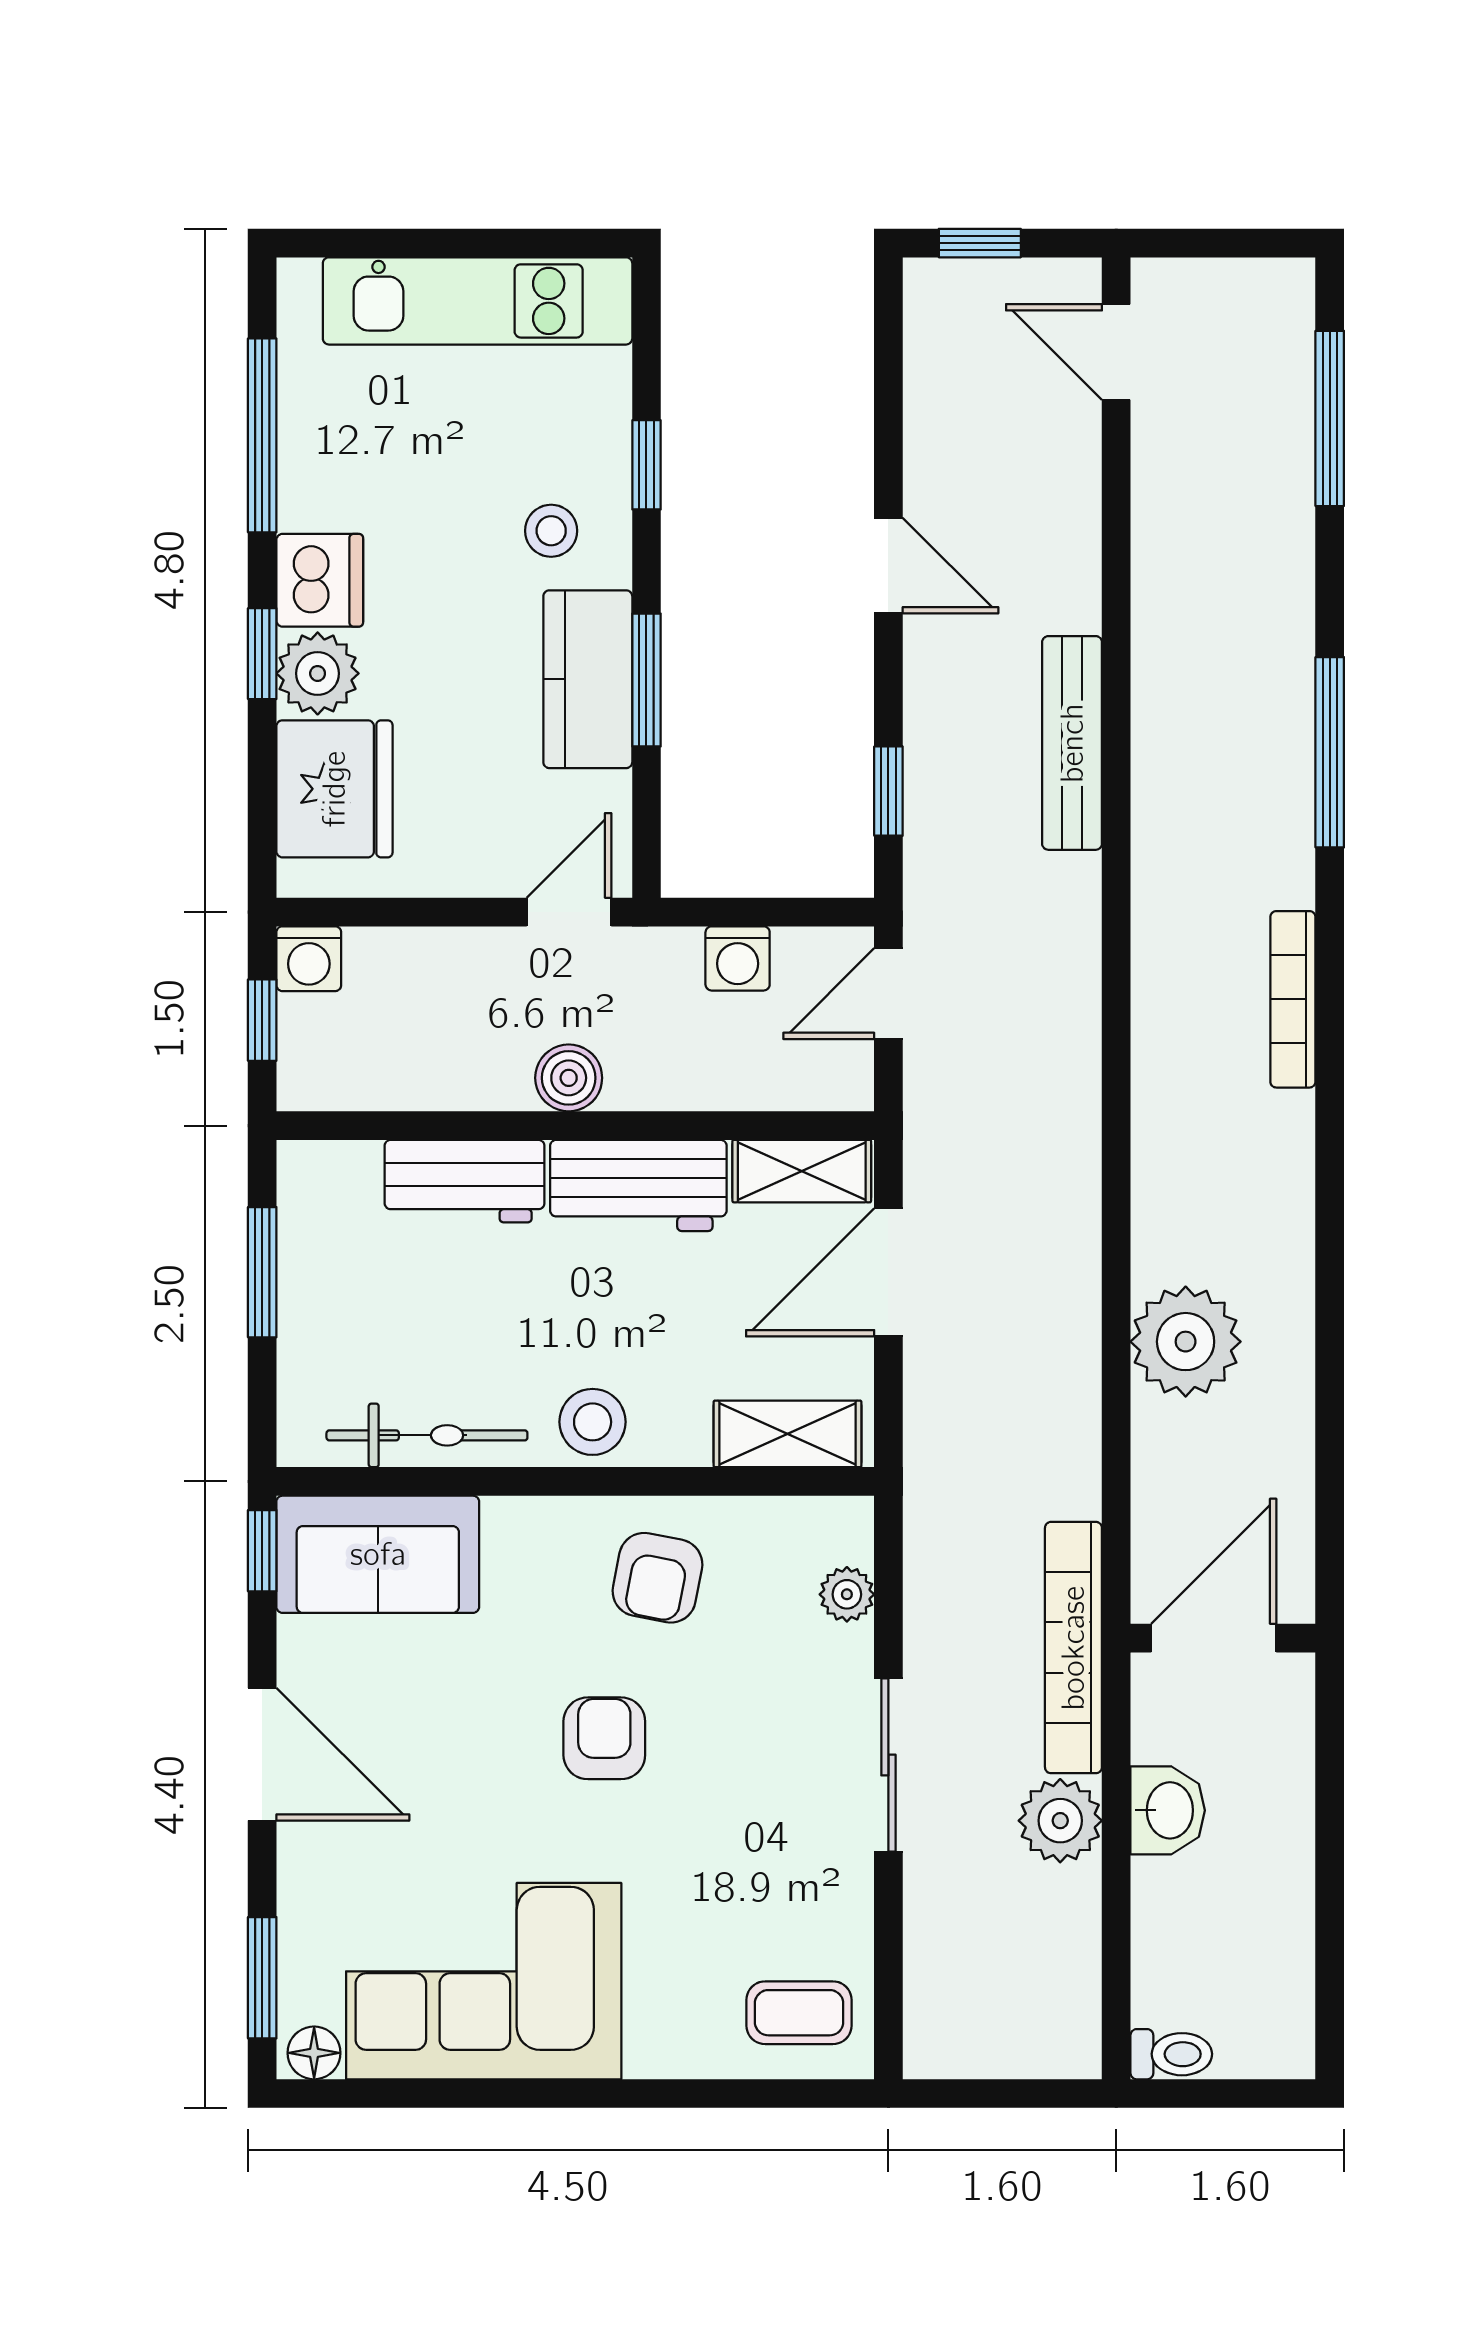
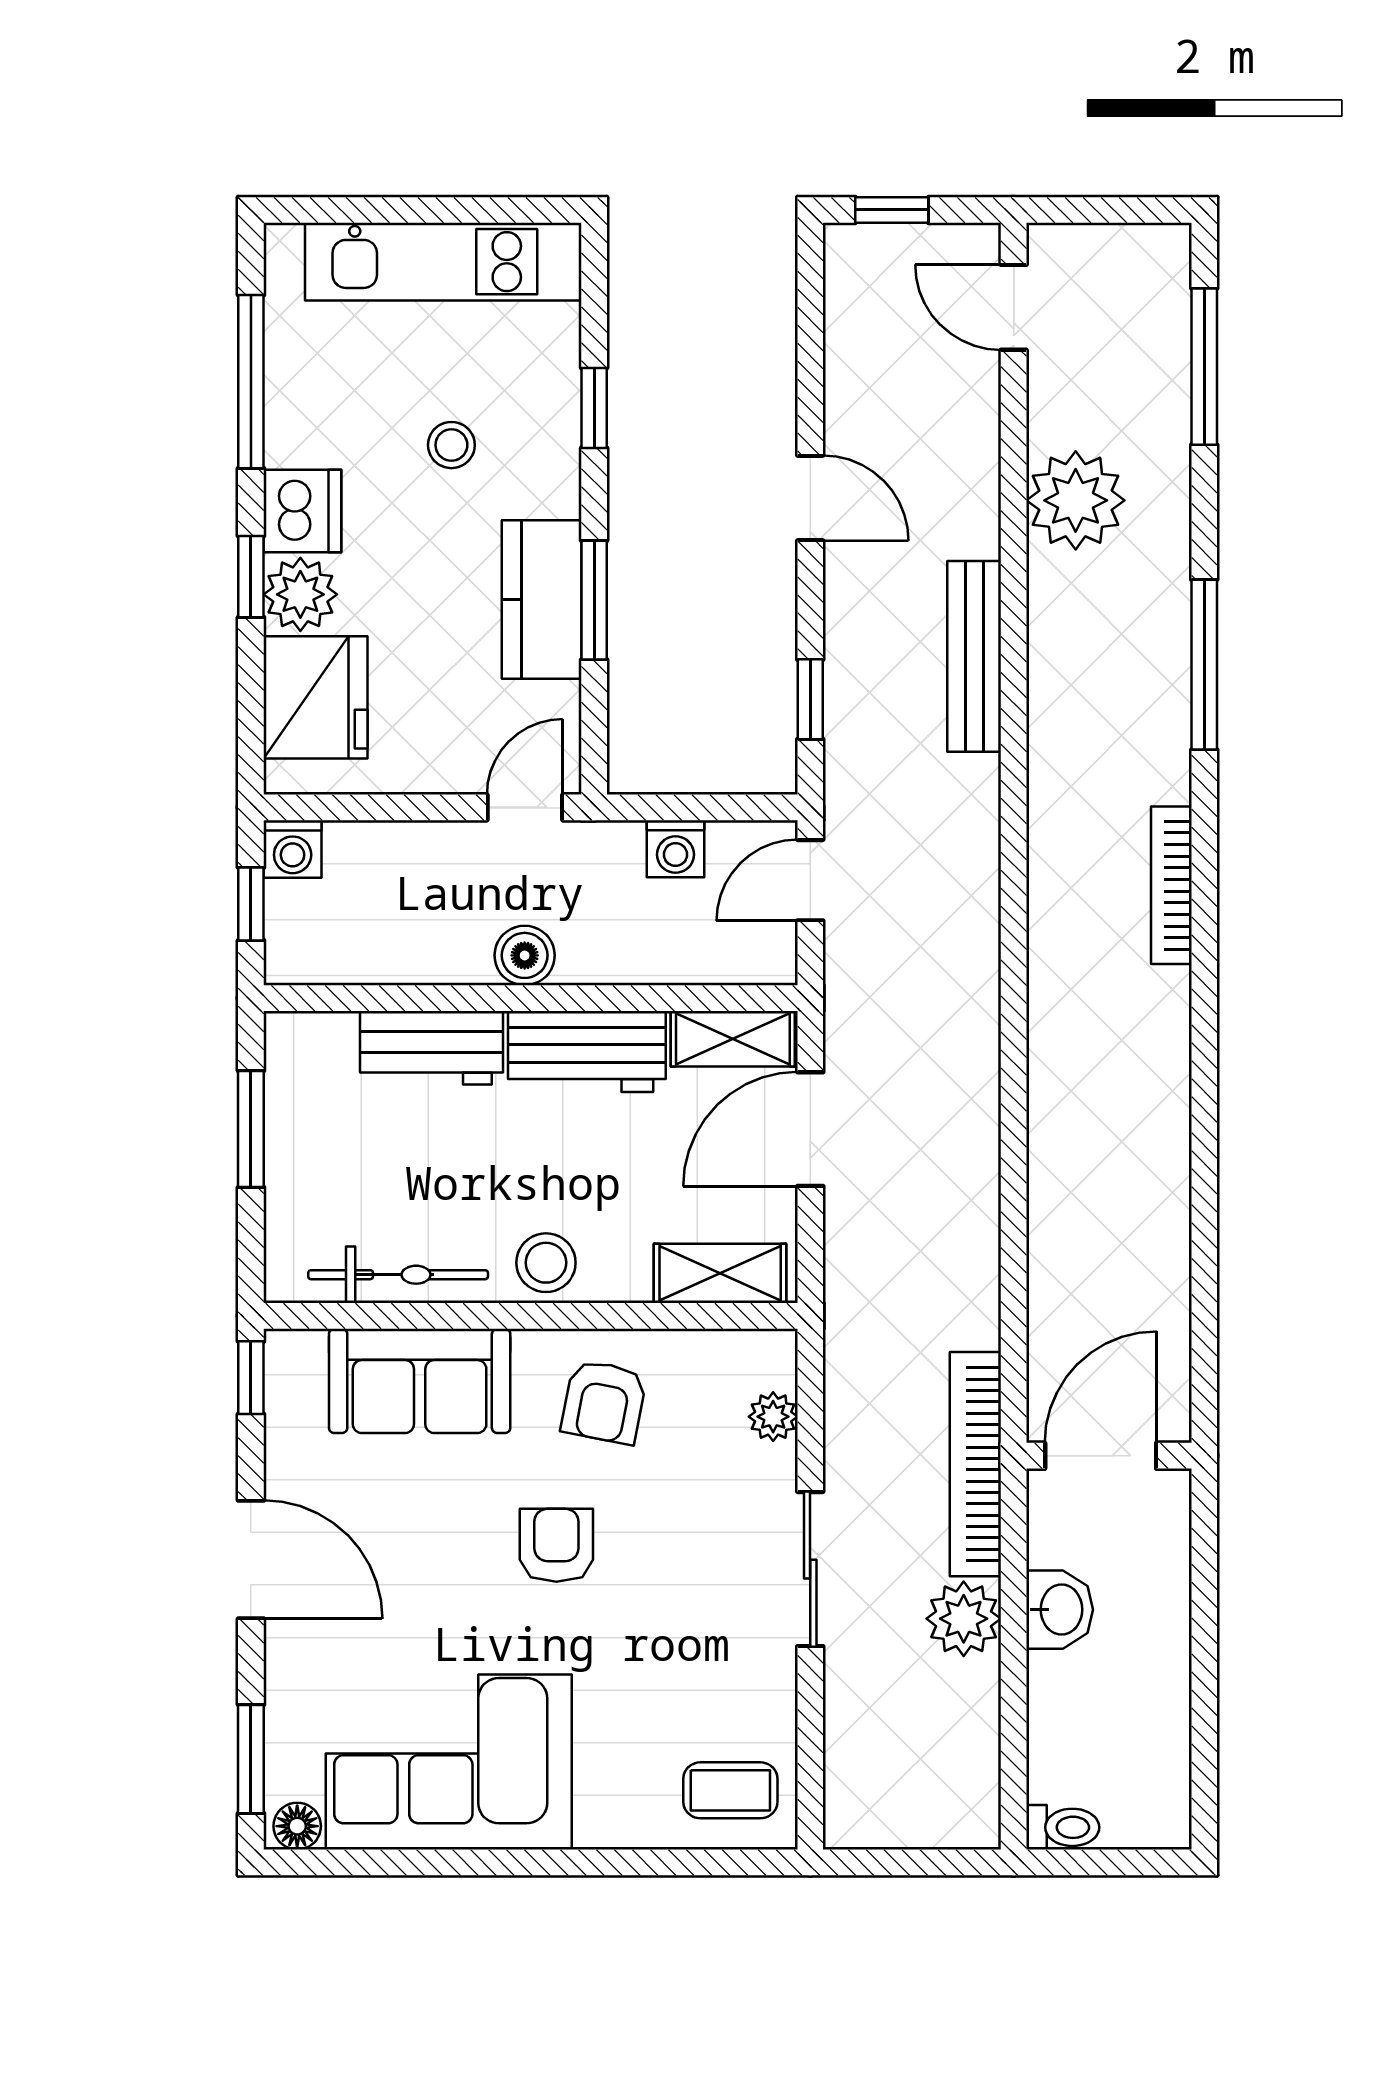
stool: (551, 531) -> (451, 445), moved
plant: (1186, 1342) -> (1076, 500), moved
sofa: (378, 1554) -> (420, 1381), moved

